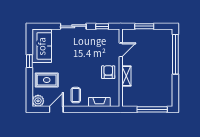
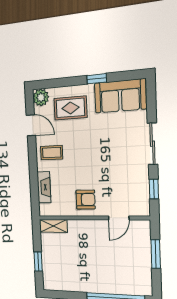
door: (121, 50) -> (119, 218), hinge flipped
shelving: (126, 76) -> (53, 226), moved
rug: (47, 80) -> (70, 108), turned 90
window: (152, 109) -> (38, 261), width x0.46

